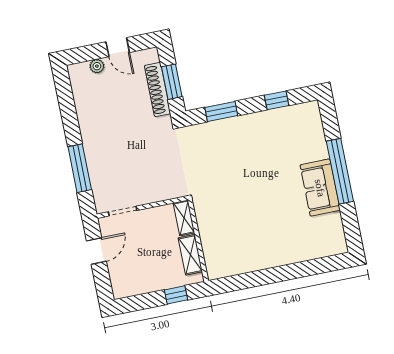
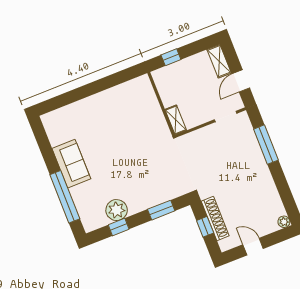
plant: (97, 66) -> (284, 222), moved
window: (172, 82) -> (205, 227), width x0.67
plant: (275, 121) -> (117, 210), added
window: (340, 171) -> (65, 197), moved
shelving: (190, 255) -> (219, 61), moved

